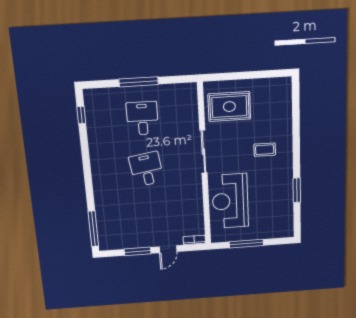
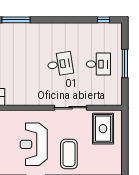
coffee table: (265, 150) -> (69, 154), width x1.86, depth x1.72
reception desk: (230, 201) -> (34, 144), moved, turned -90

